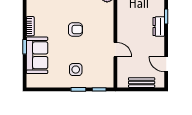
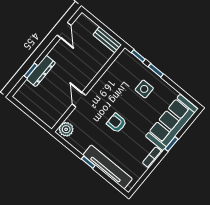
dresser: (159, 27) -> (41, 71), width x1.44
door: (115, 50) -> (79, 100), moved
sofa: (37, 55) -> (172, 123), width x1.36
bench: (142, 83) -> (107, 40), moved

